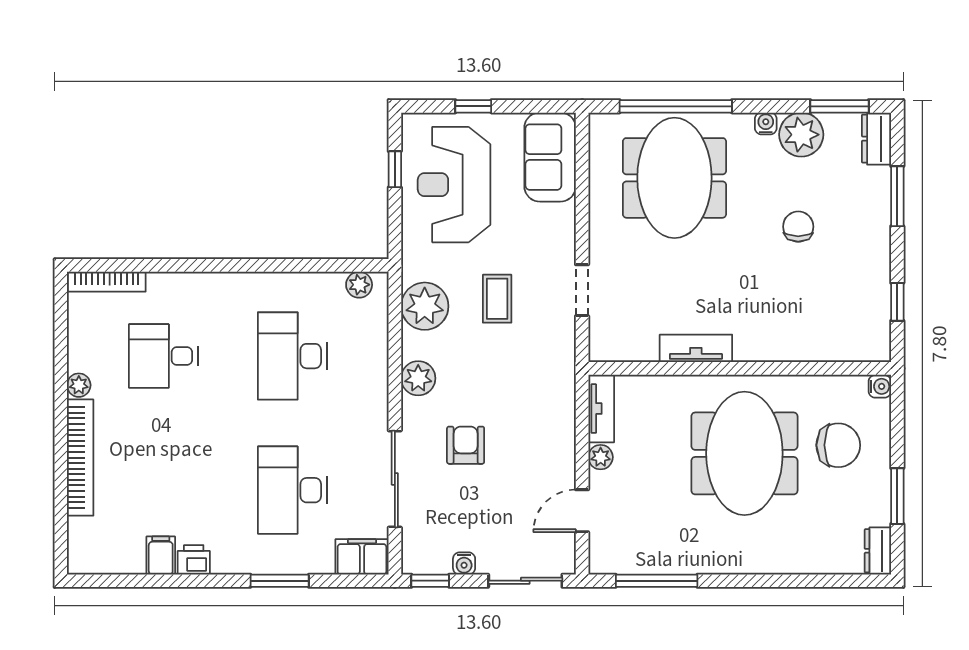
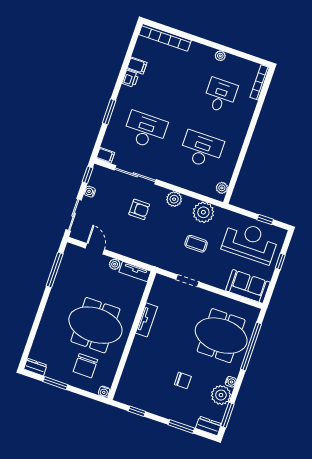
bookcase: (80, 458) -> (165, 37), moved
filing cabinet: (362, 557) -> (105, 155), width x0.50

